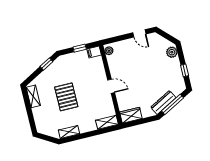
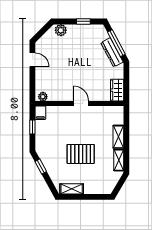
door: (139, 33) -> (32, 60), hinge flipped
door: (111, 86) -> (81, 104), hinge flipped
shelving: (107, 122) -> (118, 137), moved

